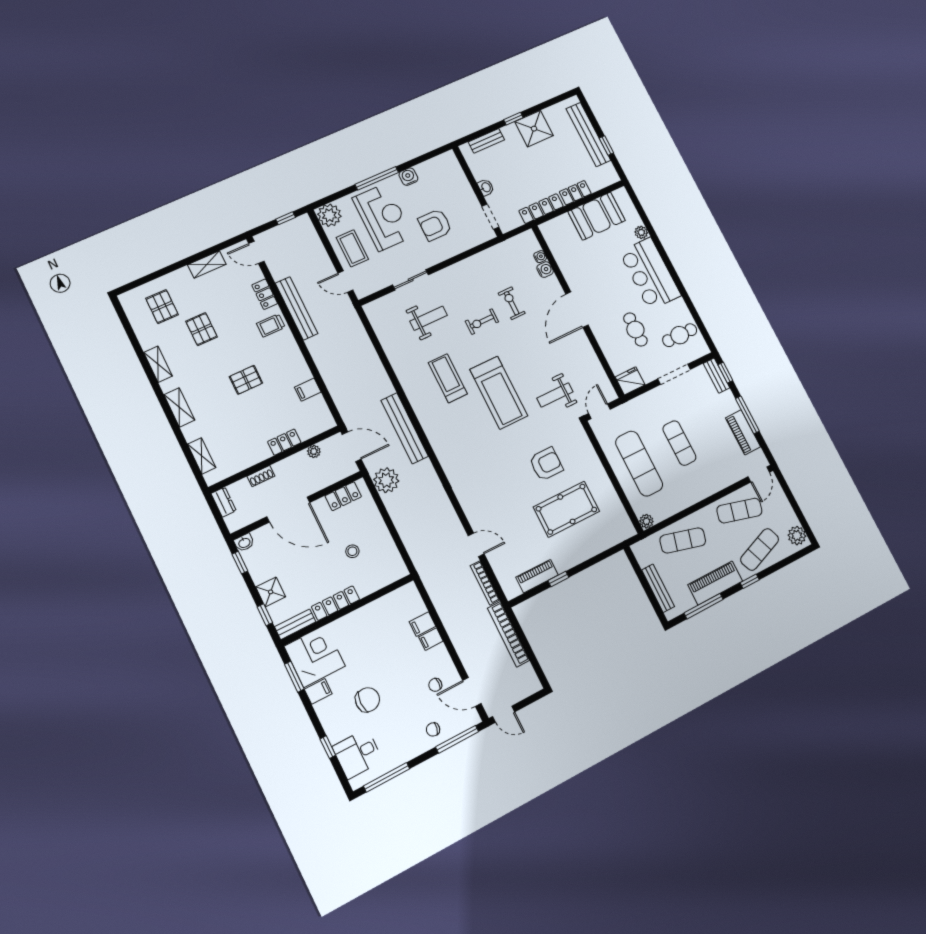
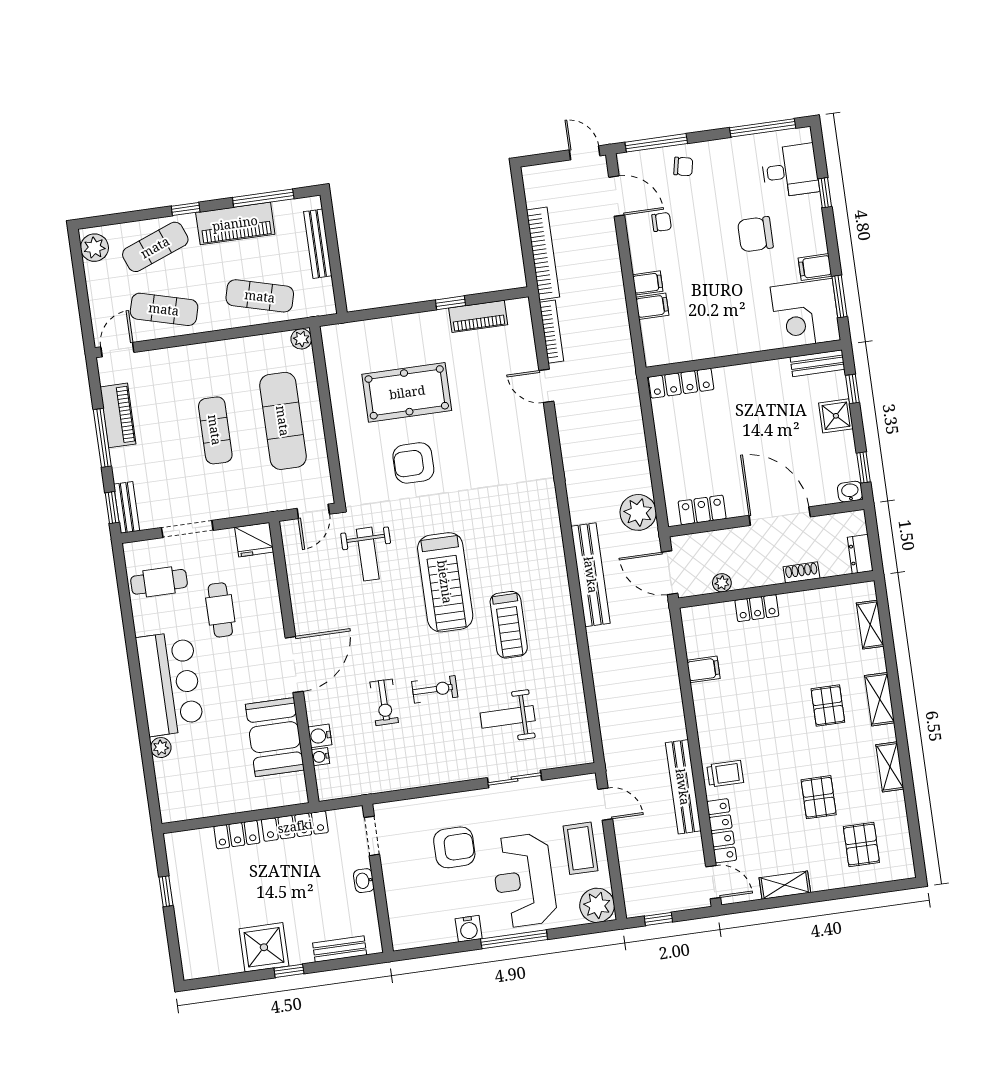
bench: (588, 135) -> (187, 915), removed
booth: (597, 216) -> (275, 737), moved, turned 90
locker: (265, 294) -> (722, 831), width x1.53
pallet: (246, 380) -> (828, 706), moved, turned 90
treadmill: (499, 393) -> (445, 582), turned 180
weight bench: (555, 395) -> (368, 554), turned 90
stool: (352, 551) -> (713, 433), removed
locker: (335, 603) -> (681, 383), moved

